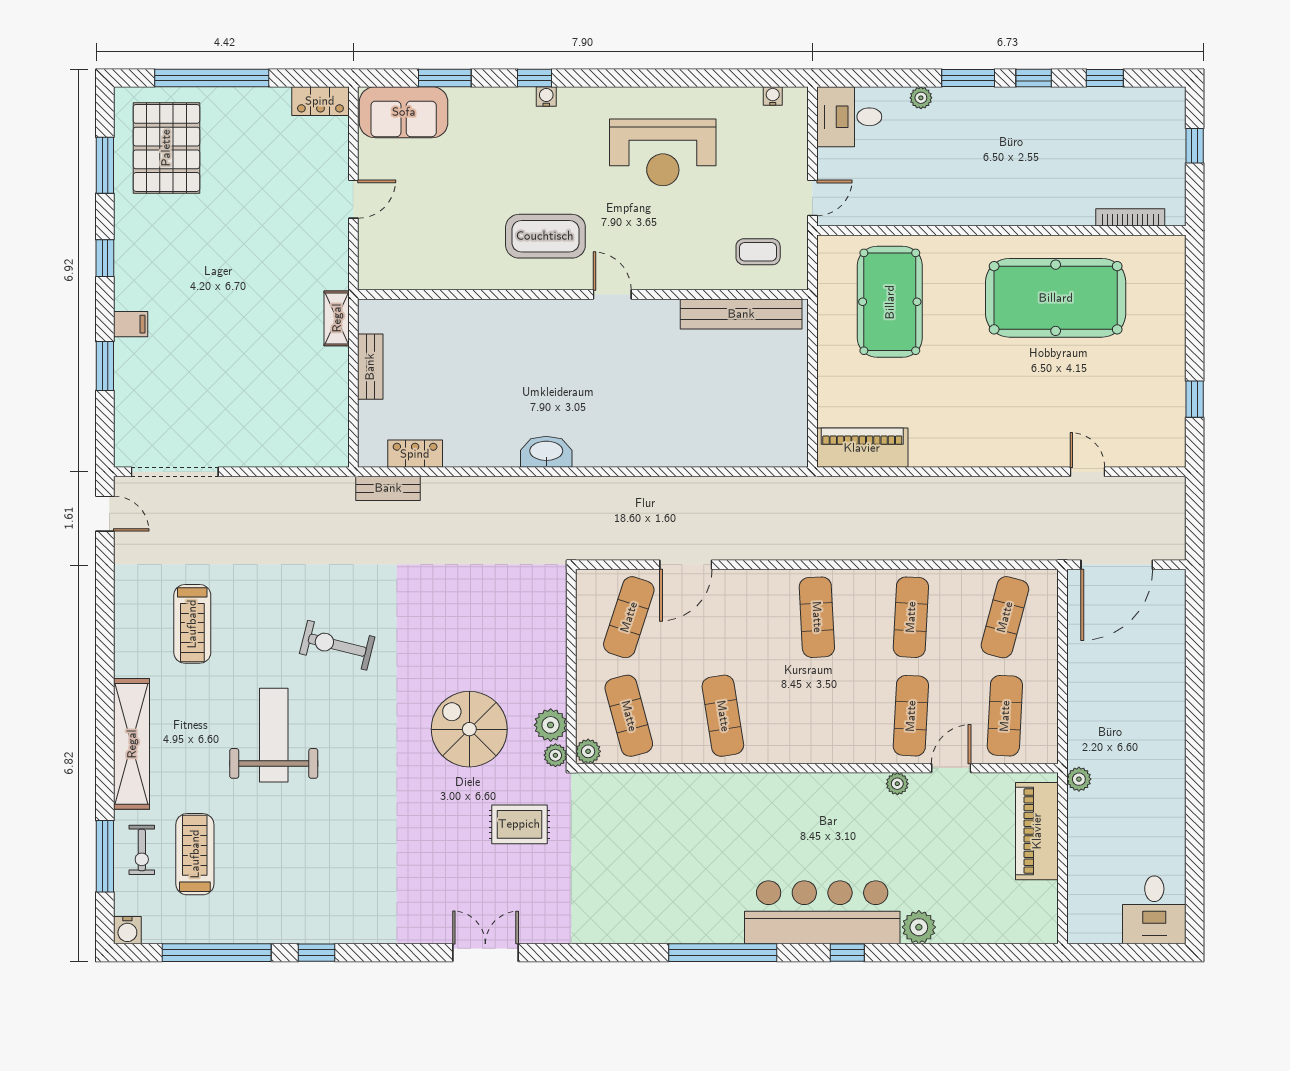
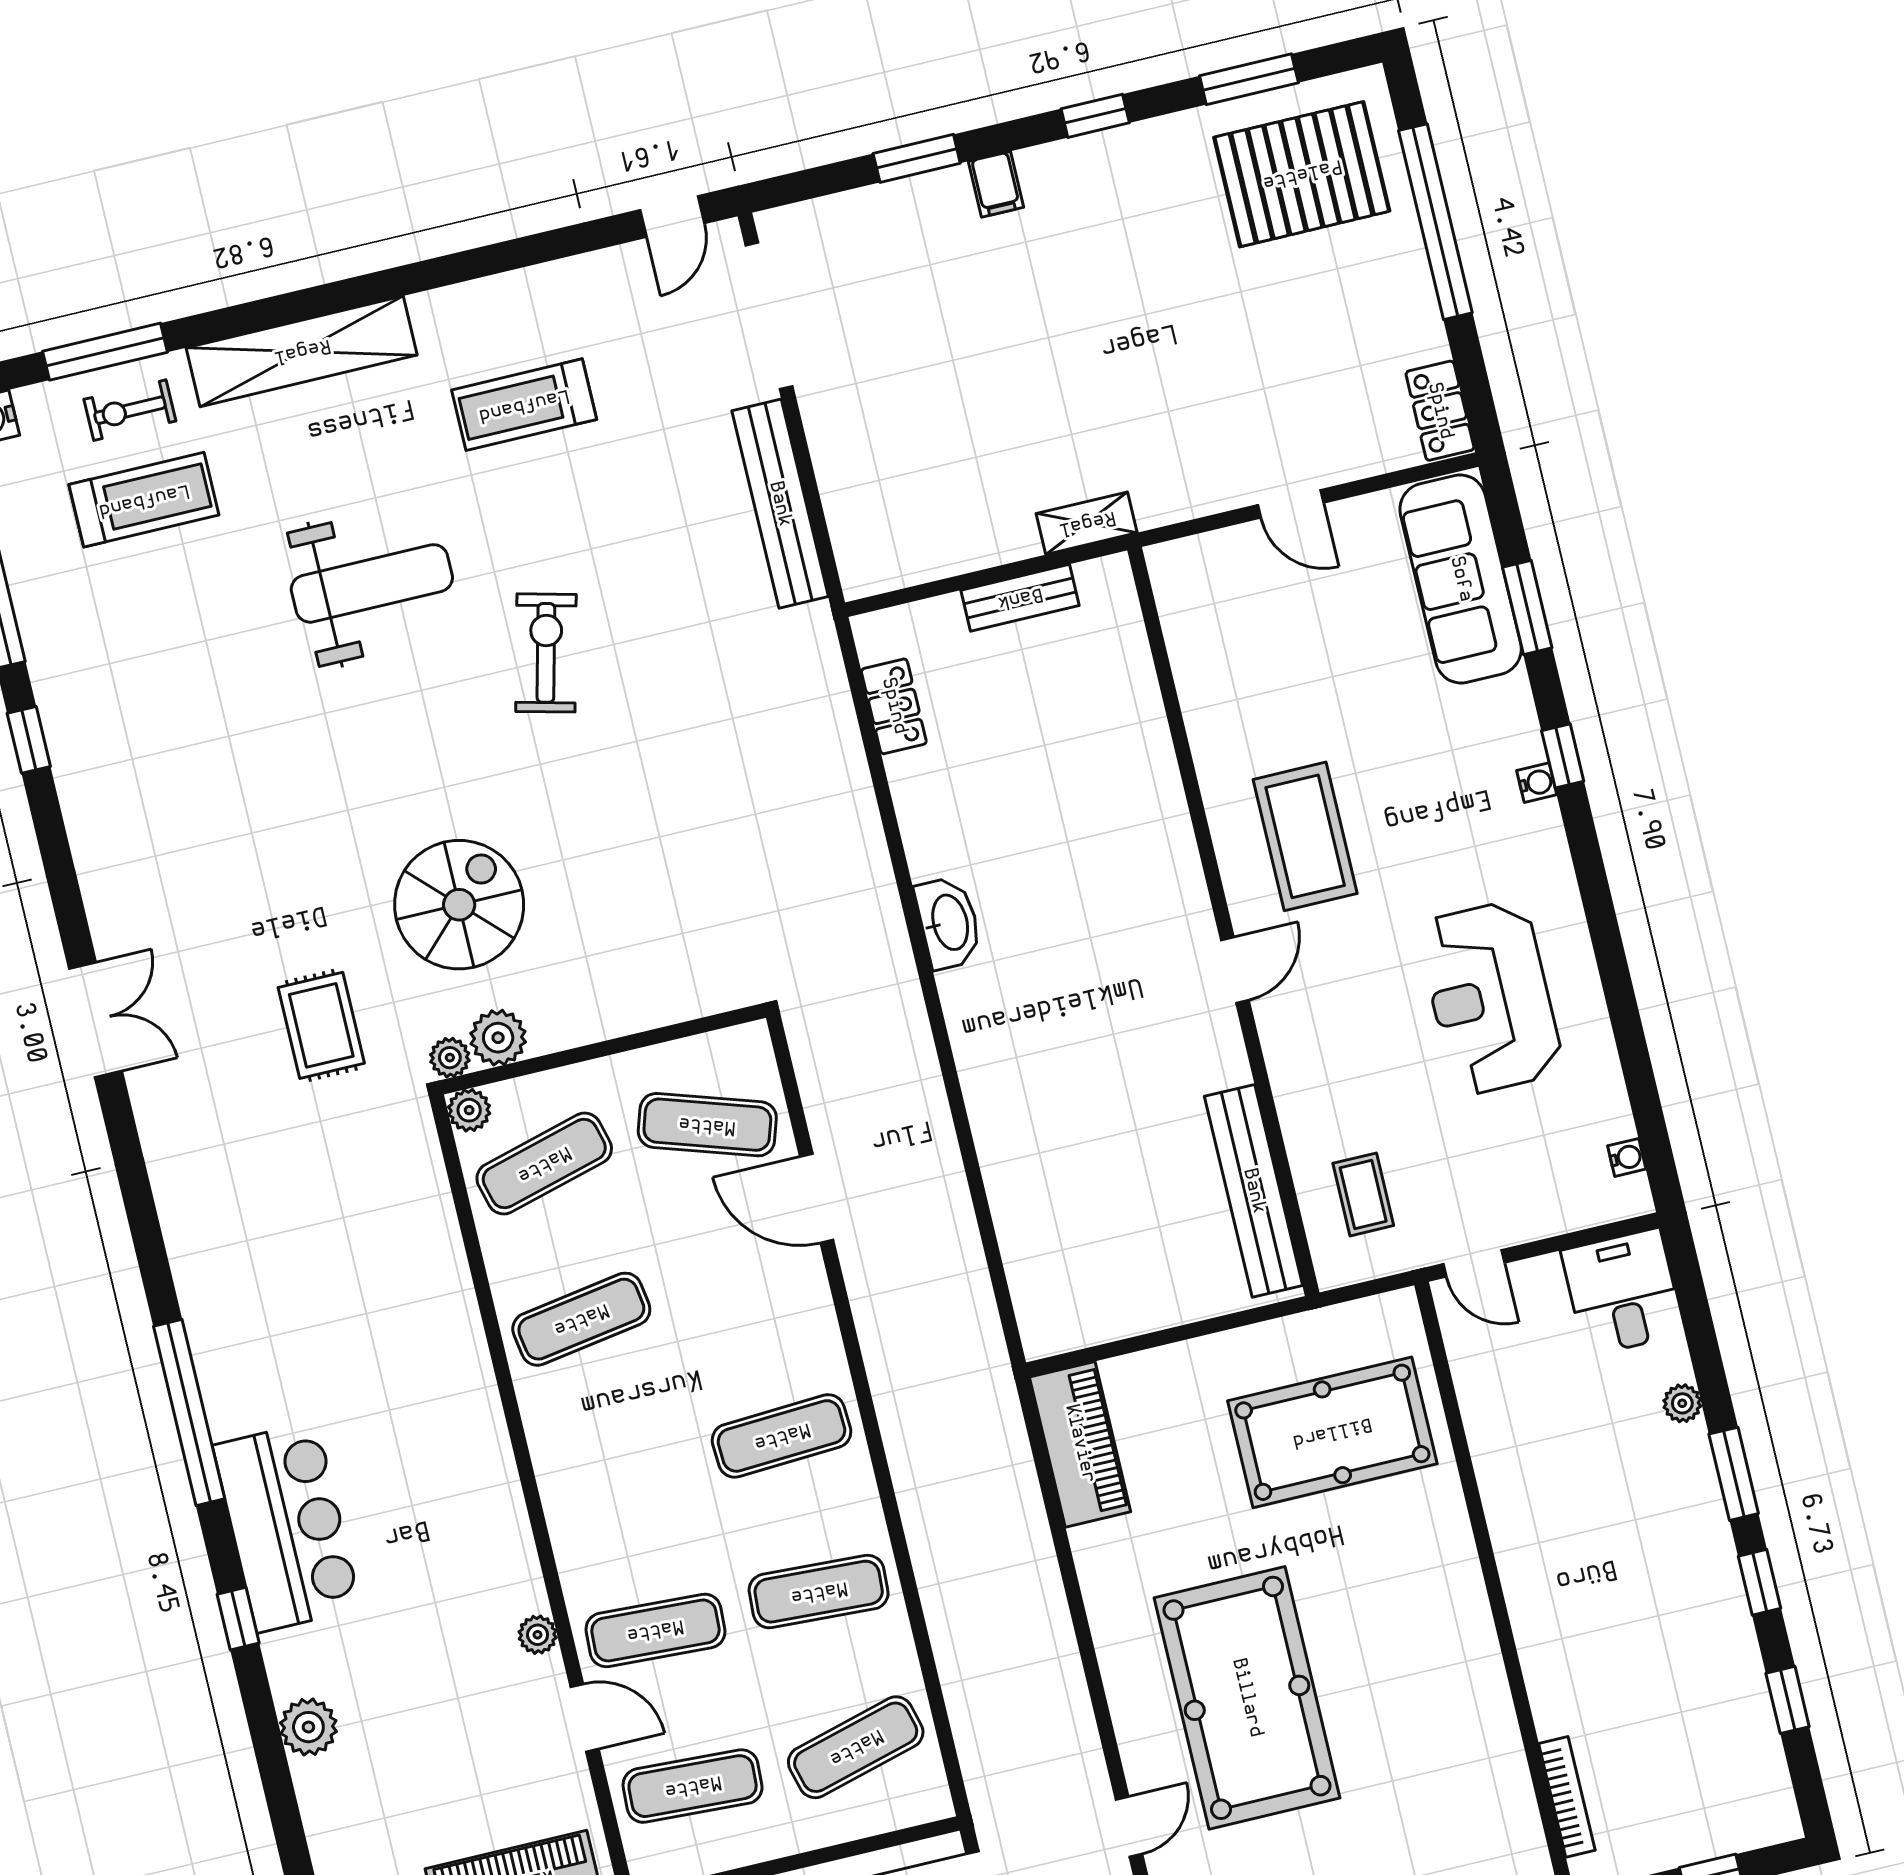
sofa: (404, 112) -> (1461, 579), width x1.36
pool table: (1056, 298) -> (1247, 1698), moved
bench: (388, 488) -> (780, 504), moved, width x1.86, depth x1.21
exercise mat: (1005, 617) -> (856, 1747), turned -30
bar counter: (822, 912) -> (287, 1527), width x0.73

